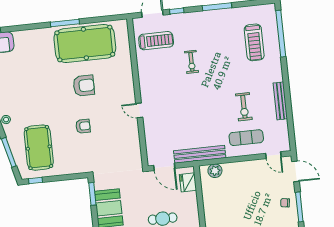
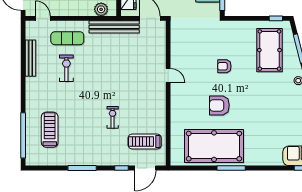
bench: (280, 101) -> (30, 58), moved

